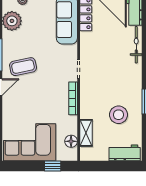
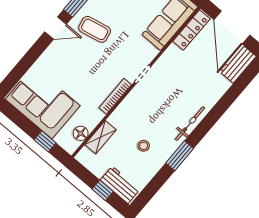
bicycle: (136, 45) -> (190, 124), moved
stool: (119, 115) -> (144, 146), width x0.53, depth x0.53
window: (116, 166) -> (103, 190), added

